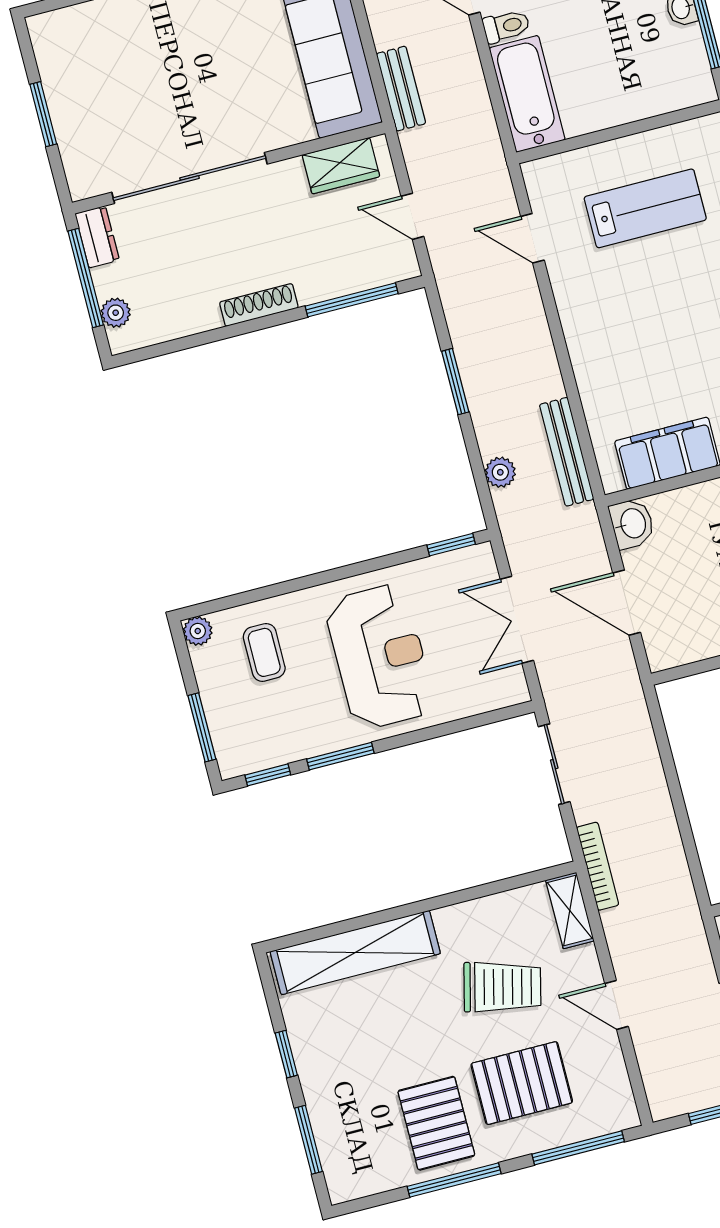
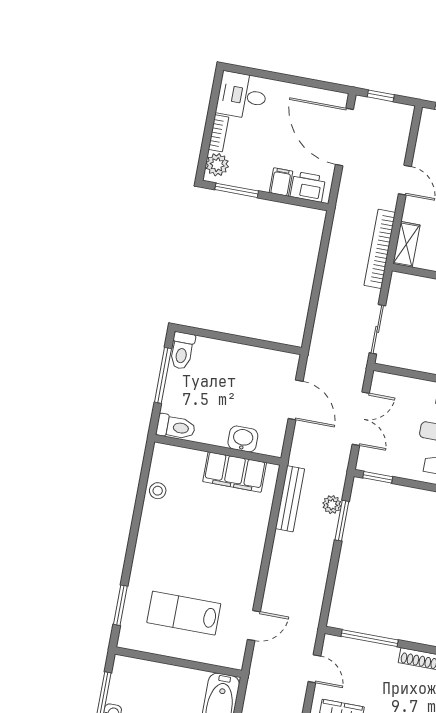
door: (532, 238) -> (254, 626), hinge flipped
window: (455, 382) -> (342, 521), moved
washbasin: (632, 524) -> (243, 439), moved, turned 90
bookcase: (598, 866) -> (380, 249), width x1.48, depth x1.31

